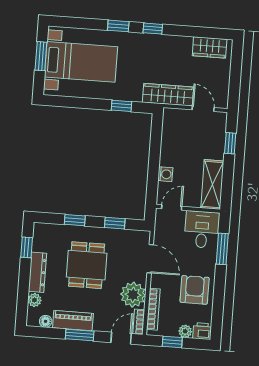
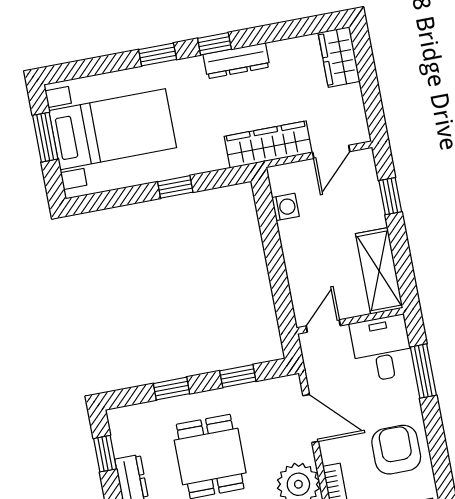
dresser: (163, 42) -> (236, 61), added
wardrobe: (210, 47) -> (339, 57), moved, turned 90
window: (121, 106) -> (175, 187), moved
door: (203, 109) -> (331, 152), swing flipped
washing machine: (165, 174) -> (285, 207), moved

